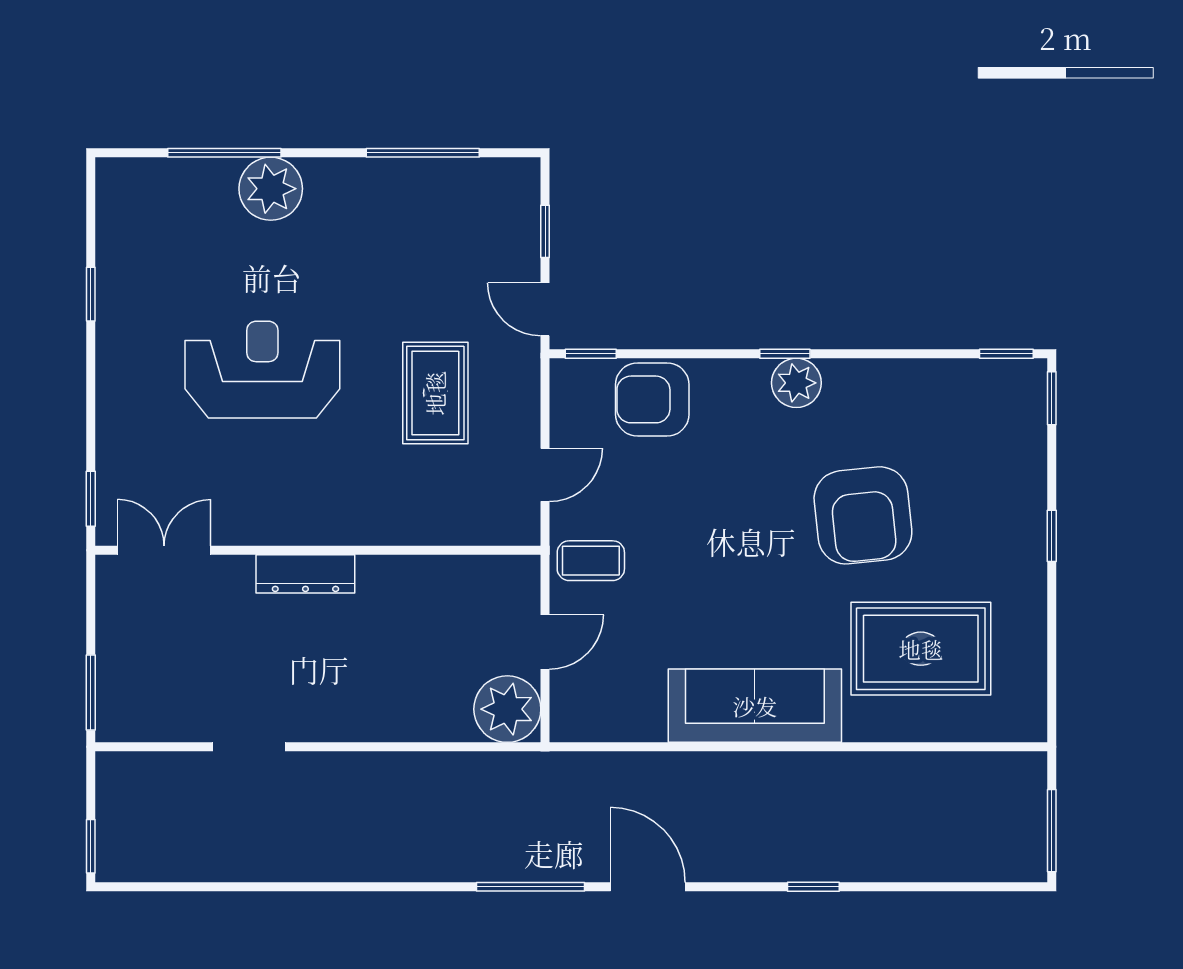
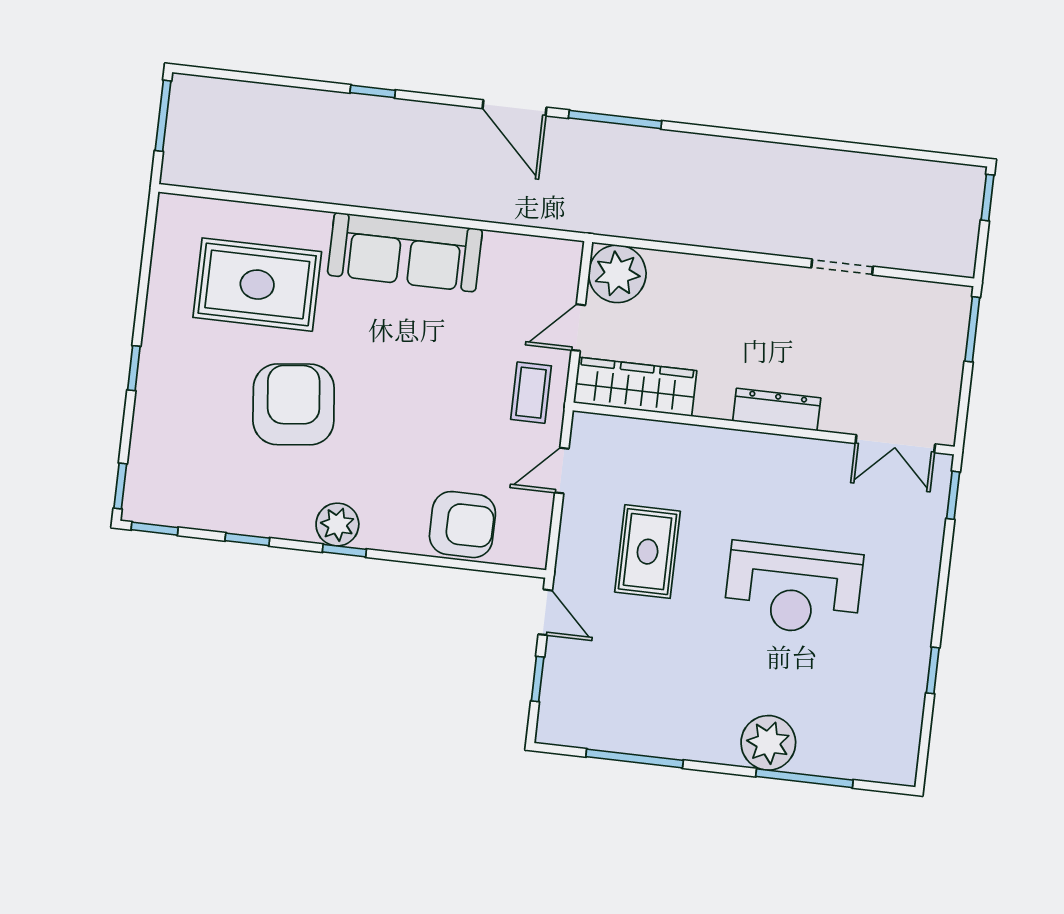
window: (591, 354) -> (247, 539), moved
coffee table: (591, 561) -> (531, 393), turned 90
wardrobe: (472, 581) -> (635, 387), added

